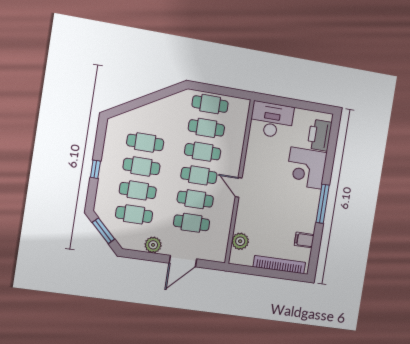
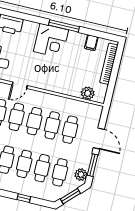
corner desk: (306, 168) -> (51, 41), moved
door: (239, 187) -> (20, 85), moved
plant: (153, 245) -> (81, 175), moved
window: (147, 256) -> (93, 165), added

